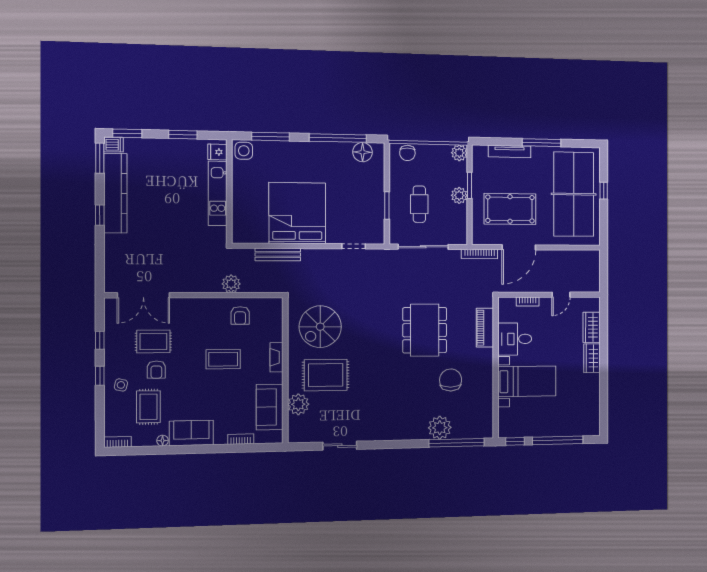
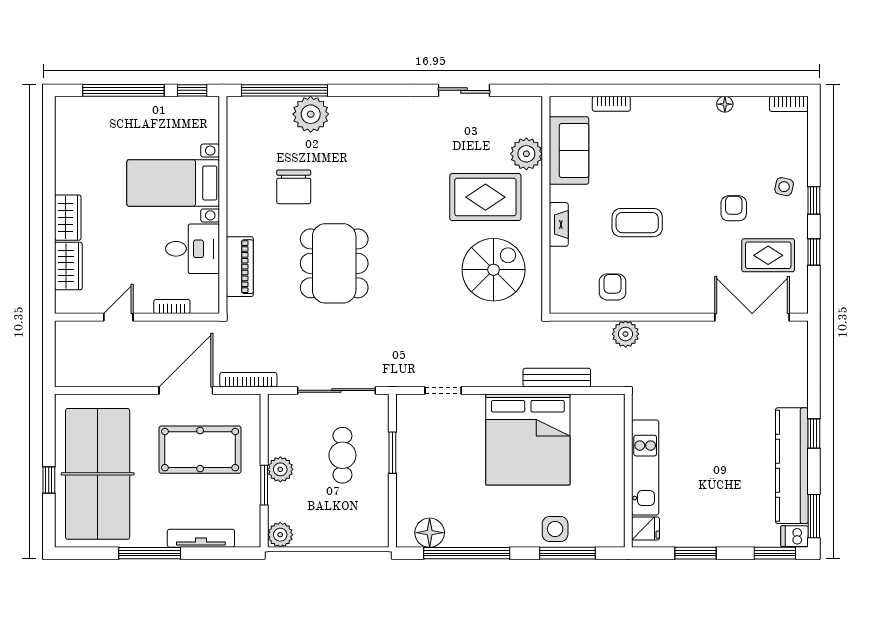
side table: (244, 151) -> (555, 529), moved
chair: (407, 153) -> (361, 533), removed
rug: (153, 341) -> (768, 255), moved
rug: (148, 407) -> (745, 154), removed
sofa: (191, 433) -> (683, 114), removed

